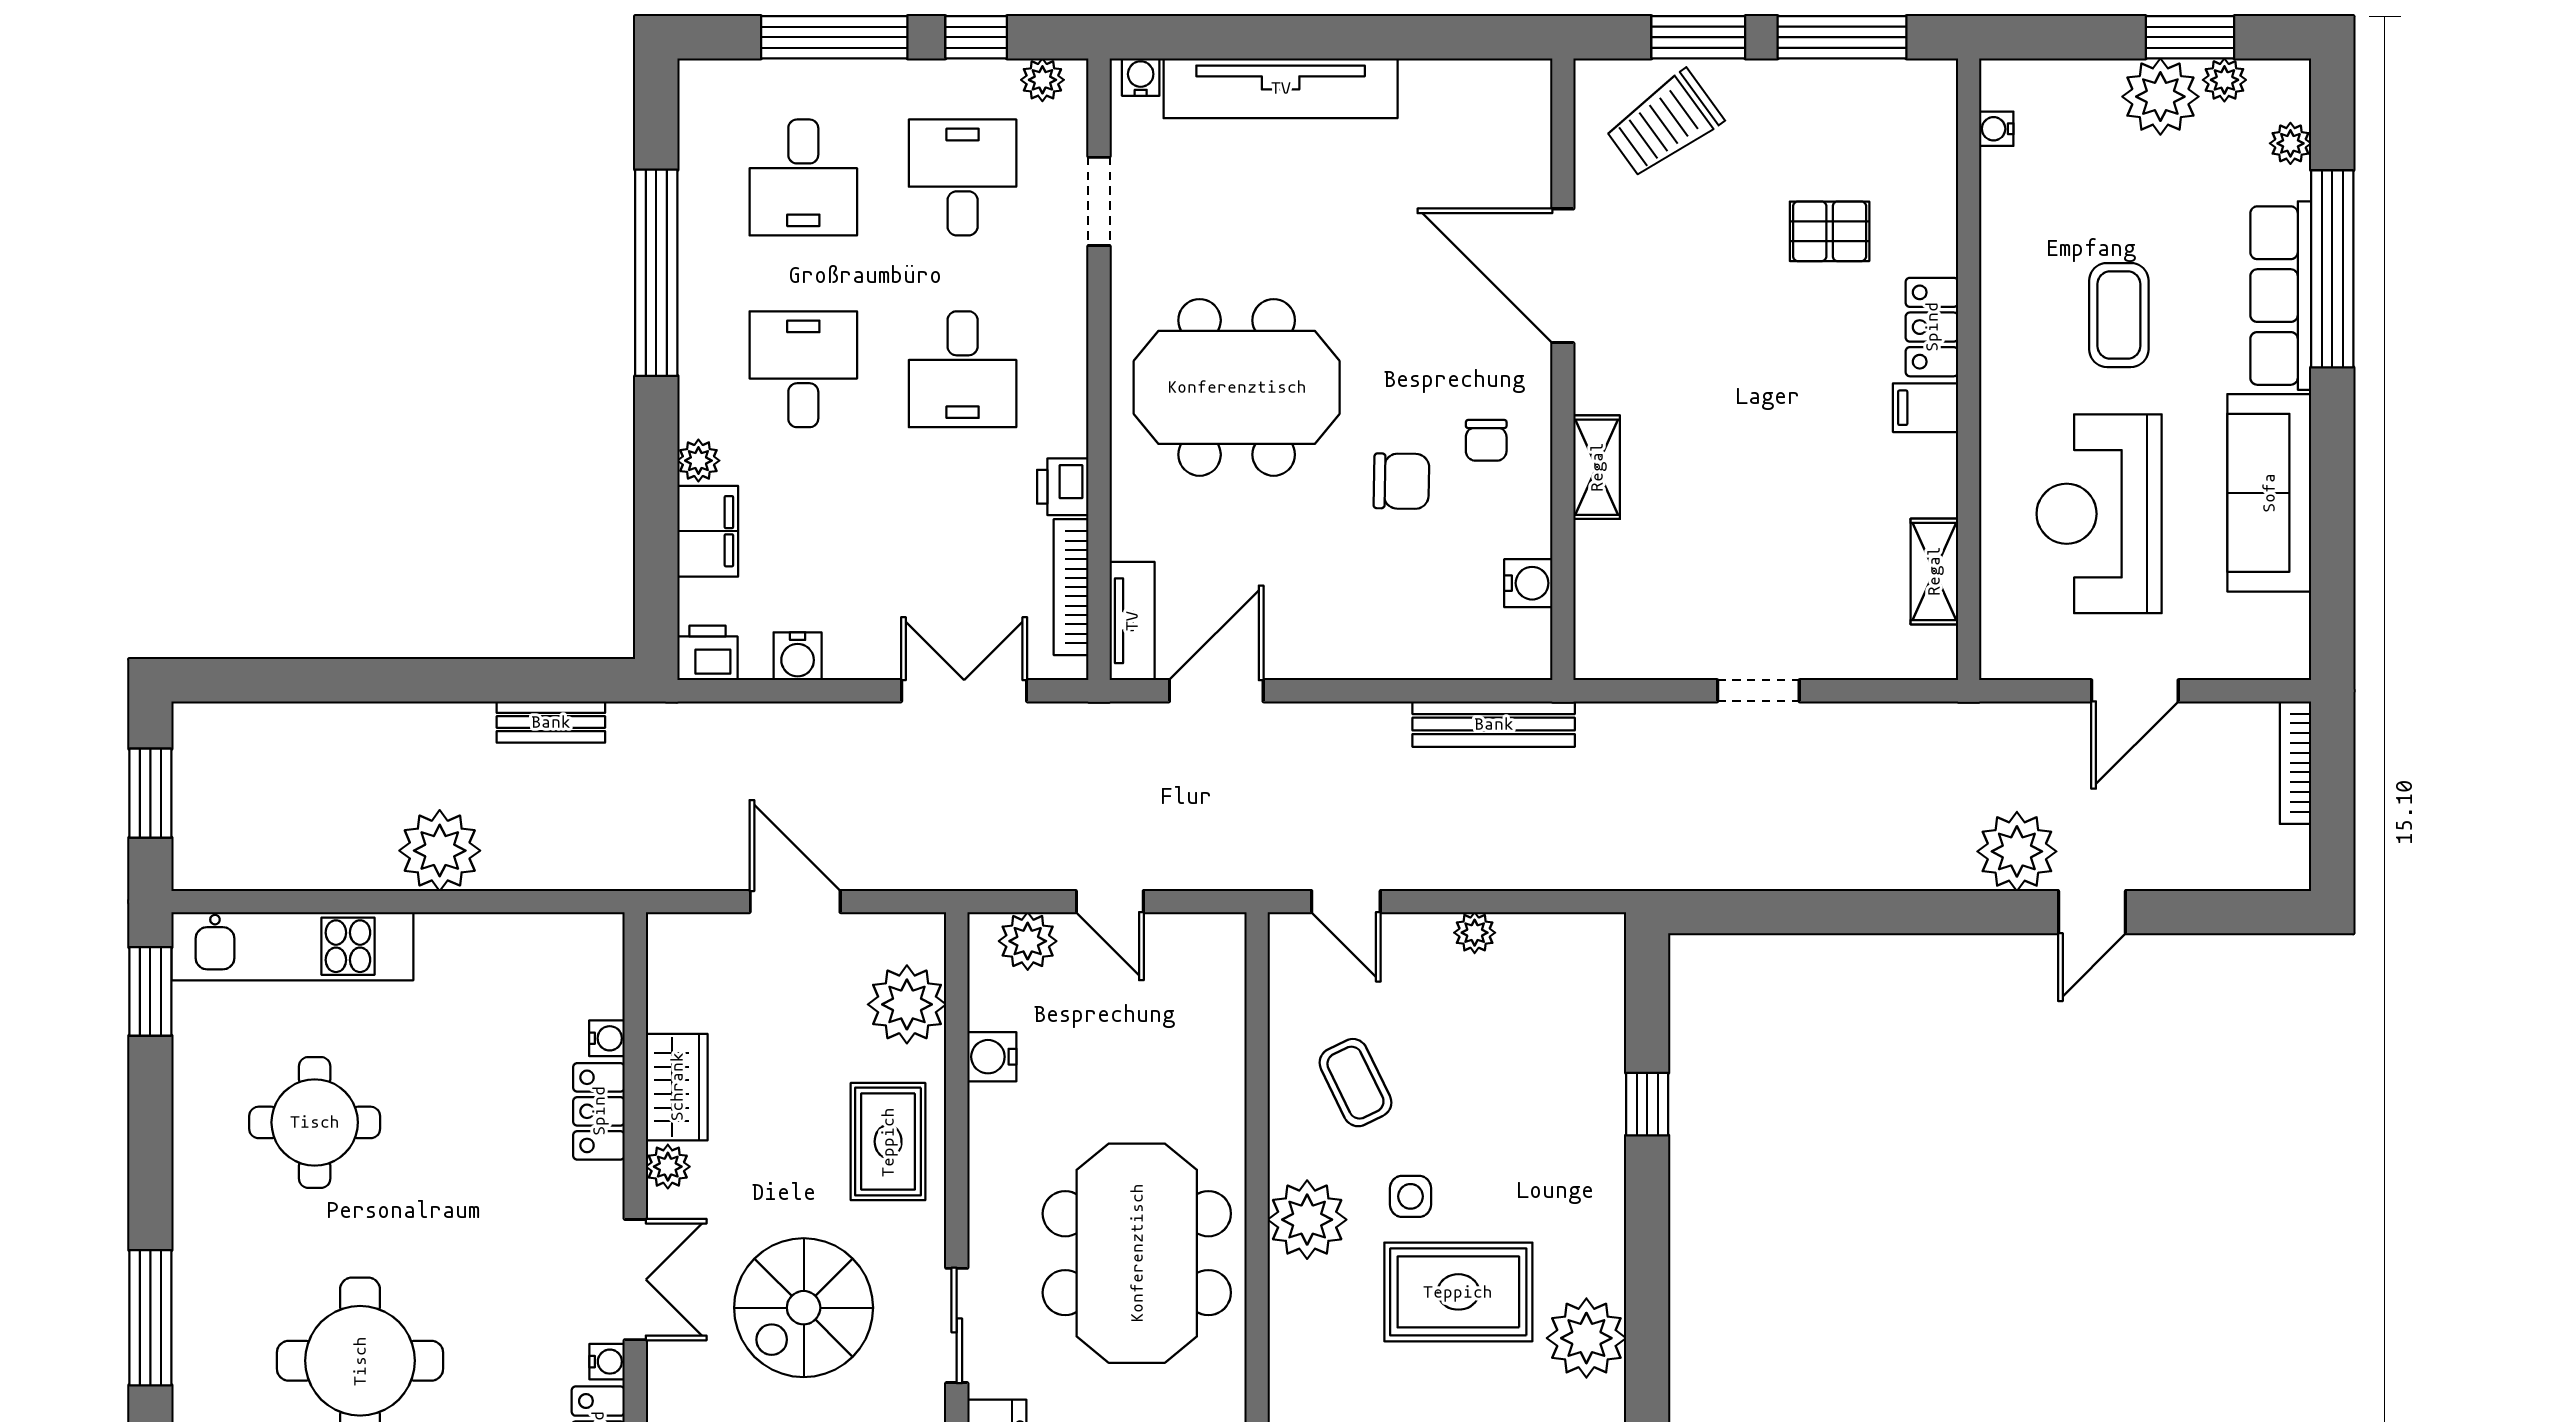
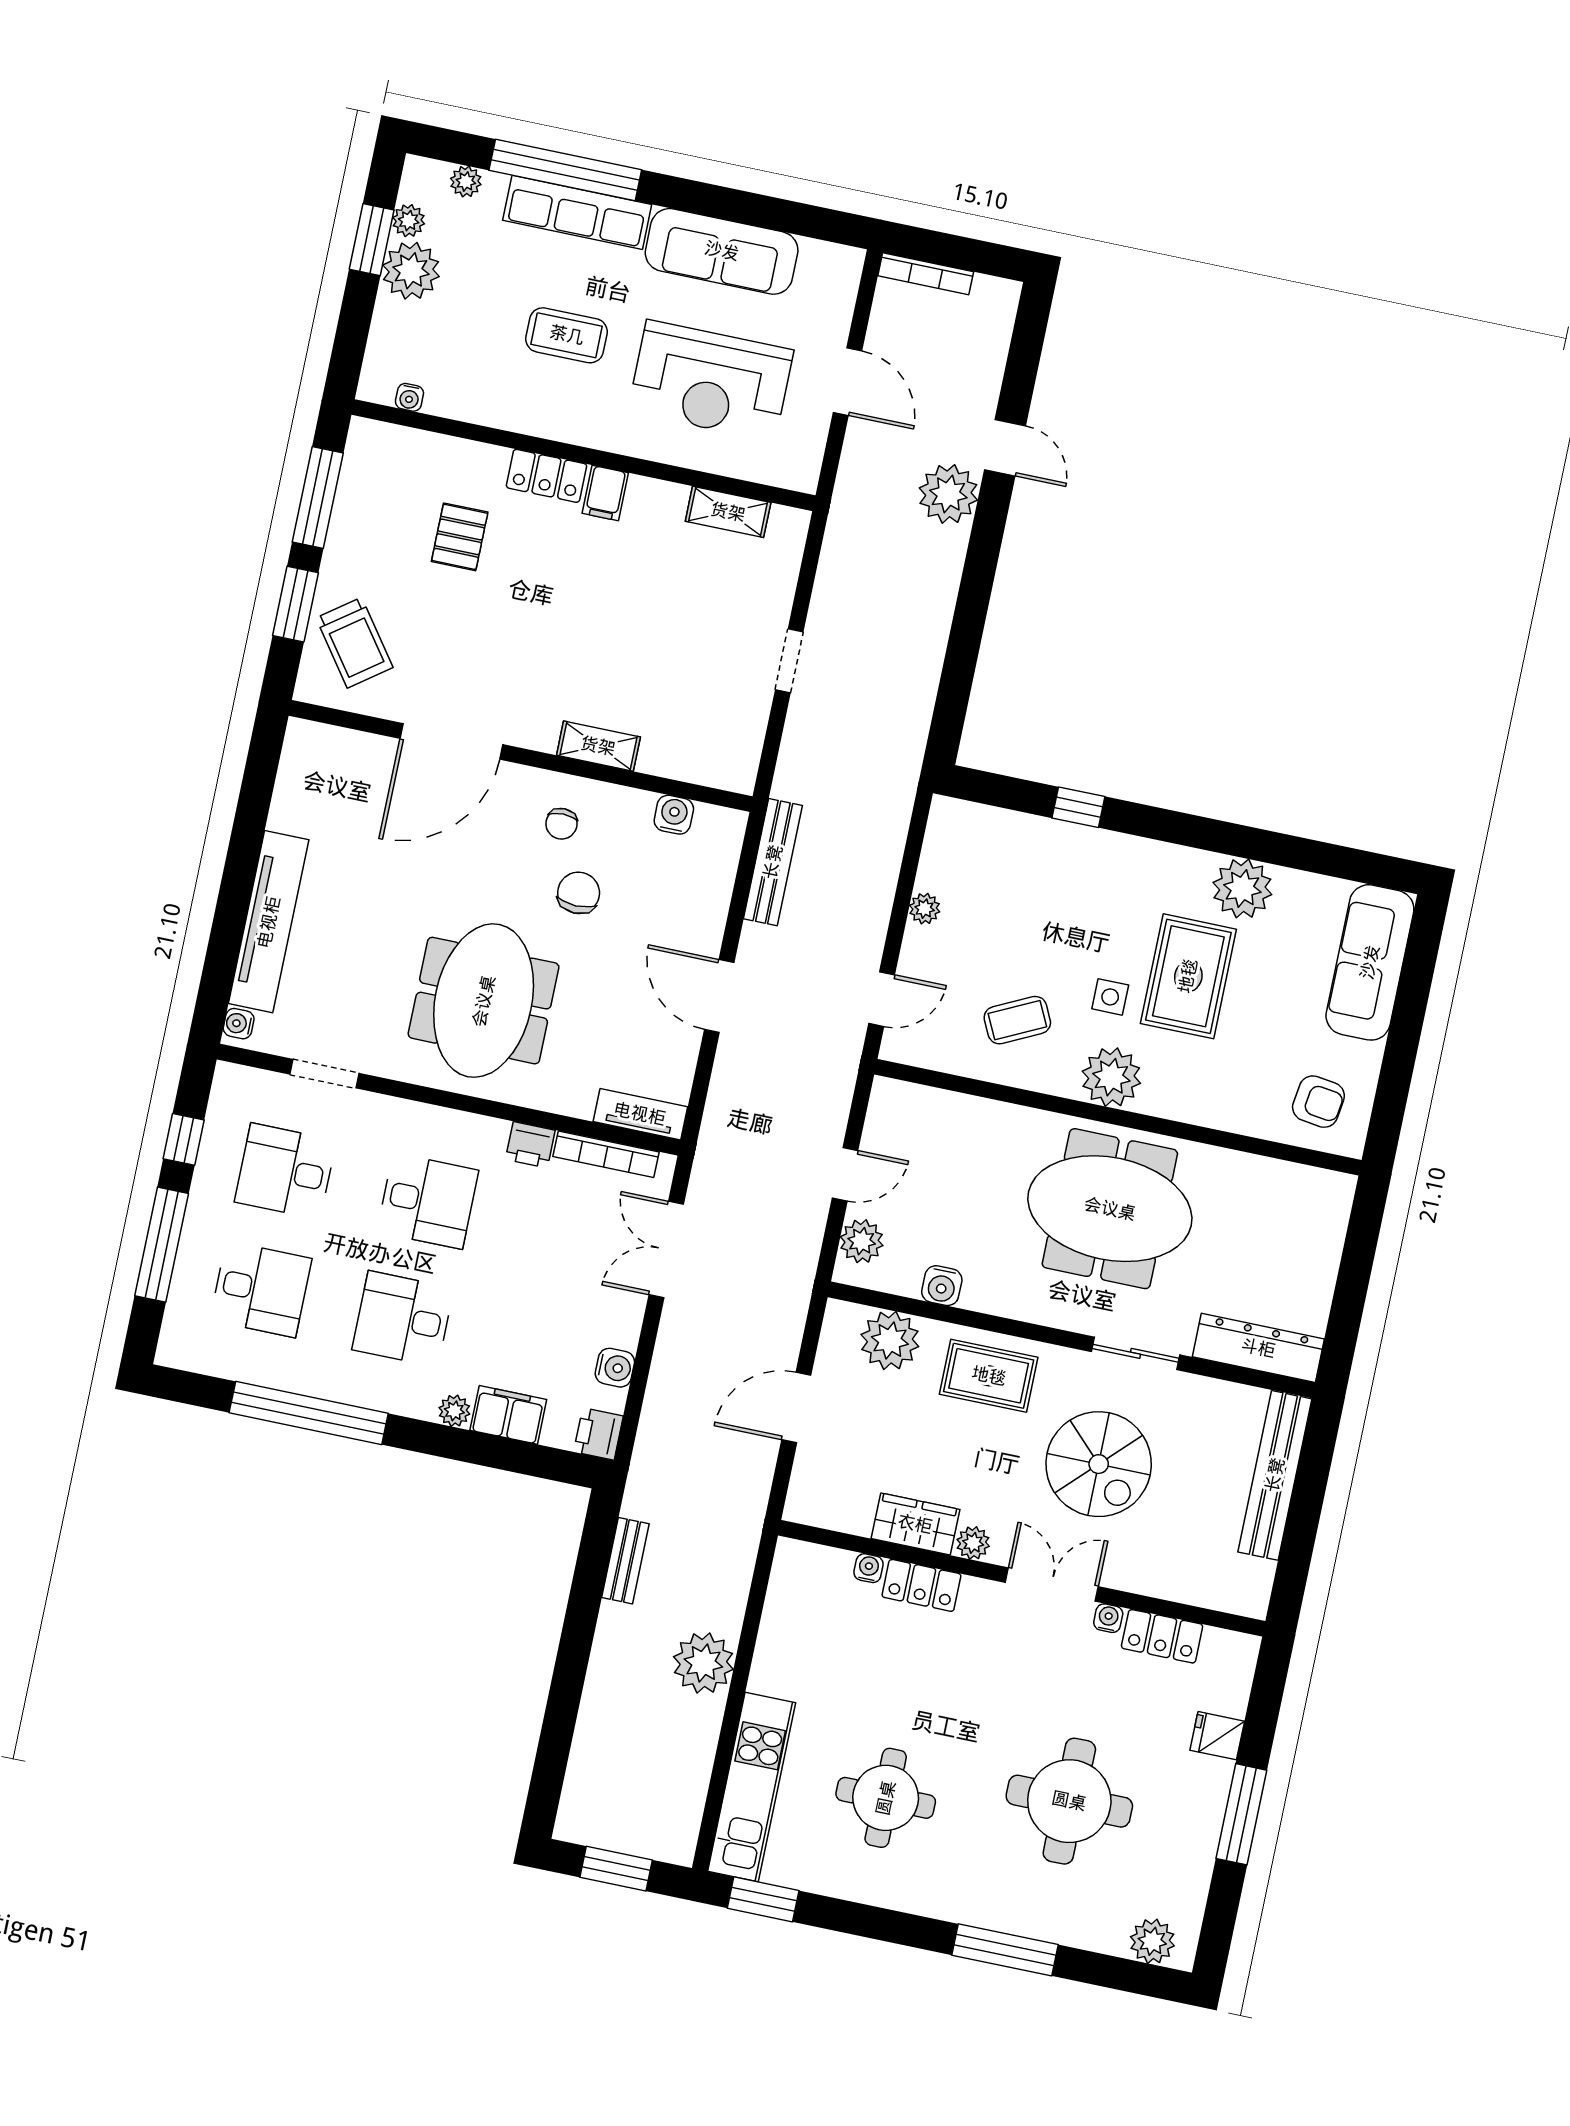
plant: (1042, 80) -> (225, 1097), removed
chair: (1486, 440) -> (561, 824), turned 90
door: (1216, 691) -> (719, 996), moved

